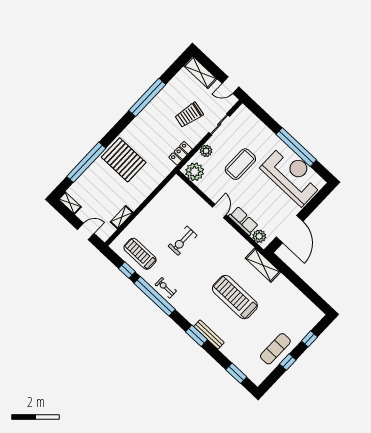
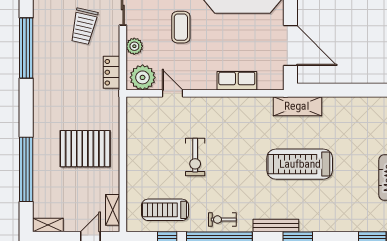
pallet: (124, 160) -> (85, 149), moved
coffee table: (240, 164) -> (181, 27), width x0.73, depth x0.76
door: (219, 211) -> (173, 93), moved
shelving: (122, 217) -> (113, 210), moved
plant: (259, 236) -> (267, 81), removed
bench: (209, 335) -> (276, 226), moved

